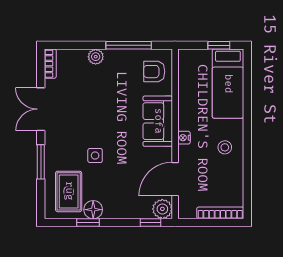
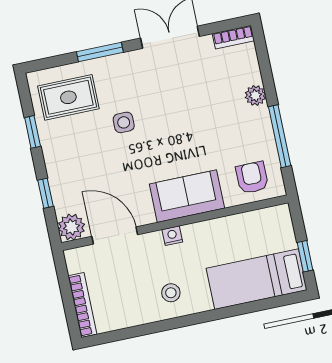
floor lamp: (93, 210) -> (51, 135), removed
window: (150, 222) -> (45, 193), moved

